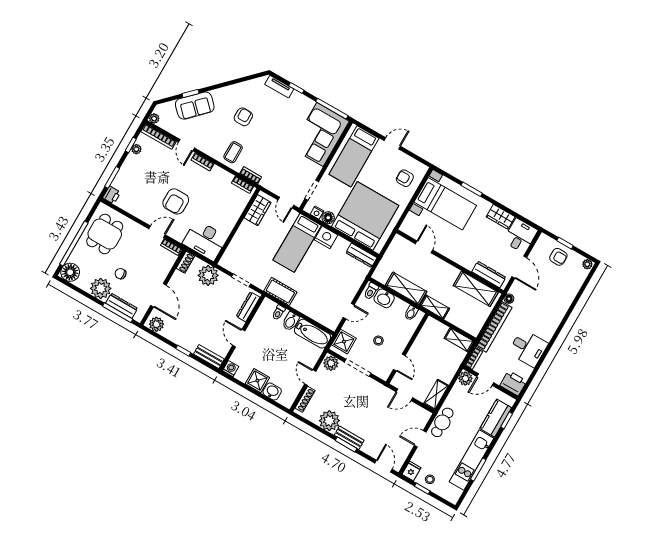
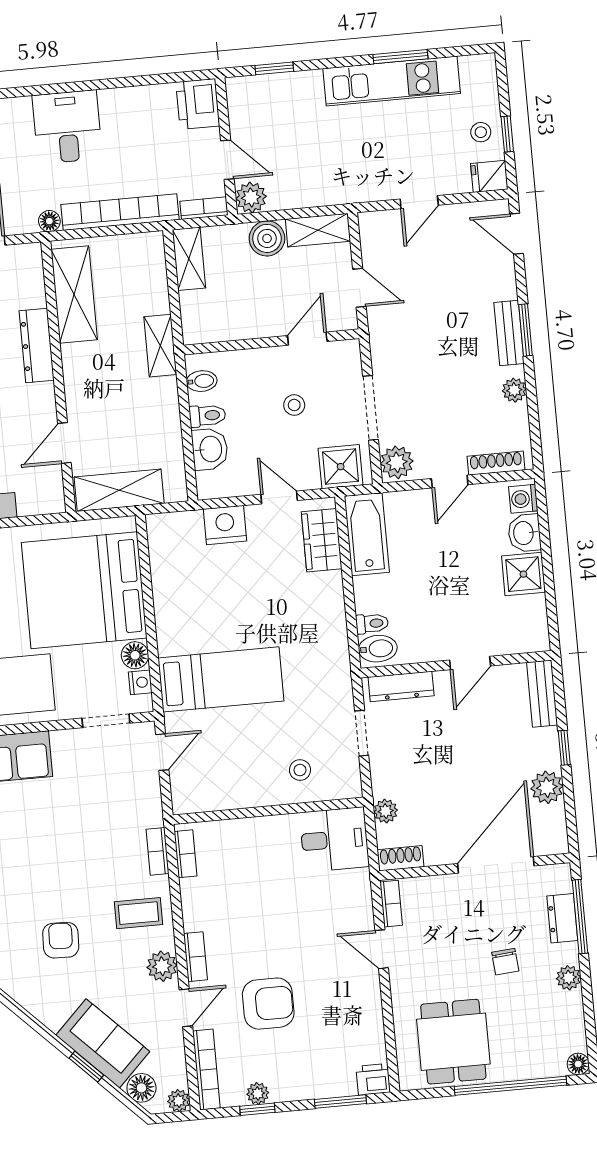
floor lamp: (168, 108) -> (141, 1088), added
armchair: (243, 117) -> (61, 940), turned 92
plant: (208, 147) -> (162, 966), added
armchair: (176, 201) -> (268, 1004), moved
wardrobe: (258, 210) -> (322, 540), moved, turned -90
dining table: (105, 234) -> (453, 1042), turned 90
nightstand: (326, 237) -> (225, 525), moved, turned 90
desk: (205, 240) -> (334, 839), width x0.73
stool: (244, 248) -> (300, 770), added
dresser: (361, 255) -> (161, 546), removed
floor lamp: (70, 272) -> (578, 1064), width x0.53, depth x0.53
plant: (208, 275) -> (386, 811), width x0.53, depth x0.53
dresser: (489, 275) -> (37, 346), moved
plant: (101, 288) -> (569, 978), width x0.53, depth x0.53
shelving: (406, 288) -> (119, 490), moved, turned 90
cot: (280, 291) -> (331, 647), removed
toilet: (371, 291) -> (207, 416), moved
door: (158, 295) -> (496, 865), width x1.36
dresser: (122, 306) -> (562, 918), width x0.70
bidet: (291, 321) -> (378, 649), moved
plant: (156, 324) -> (547, 787), moved
desk: (528, 348) -> (67, 127), moved
washing machine: (231, 369) -> (523, 499), moved
boiler: (446, 374) -> (267, 238), added
kitchen counter: (496, 418) -> (284, 91), removed
plant: (329, 421) -> (514, 390), width x0.53, depth x0.53
cafe table: (442, 422) -> (361, 183), removed
door: (420, 439) -> (419, 202), hinge flipped
door: (383, 466) -> (517, 234), hinge flipped

